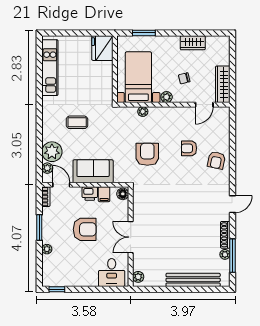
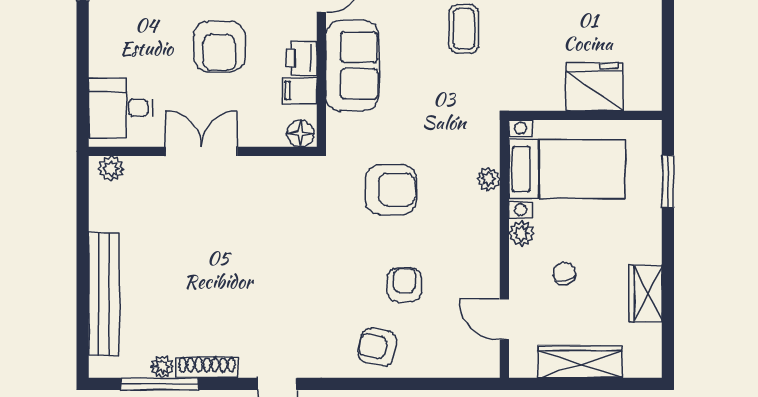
fridge: (102, 48) -> (594, 87), moved
wardrobe: (223, 84) -> (580, 362), moved

